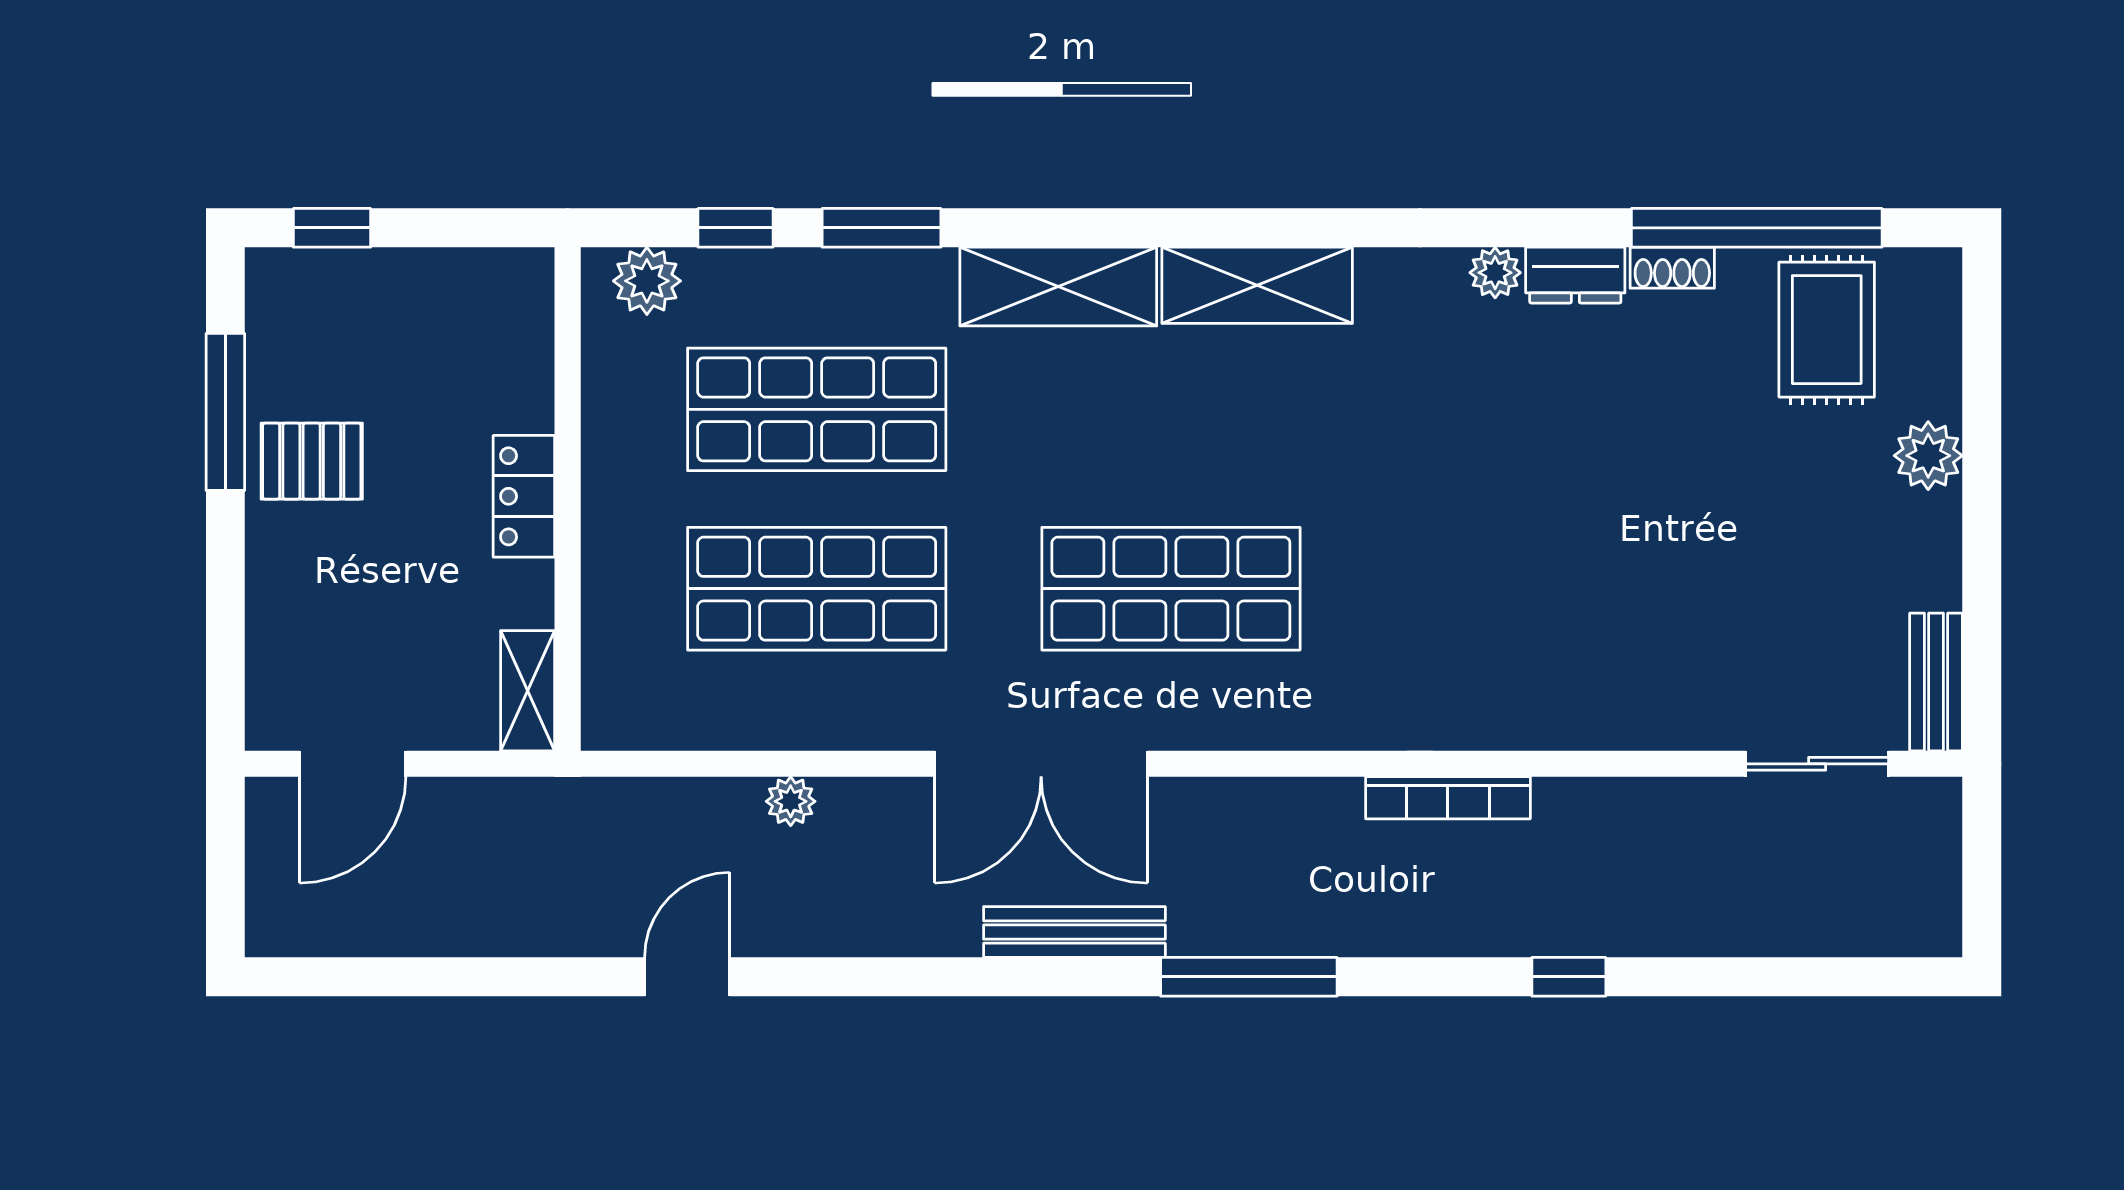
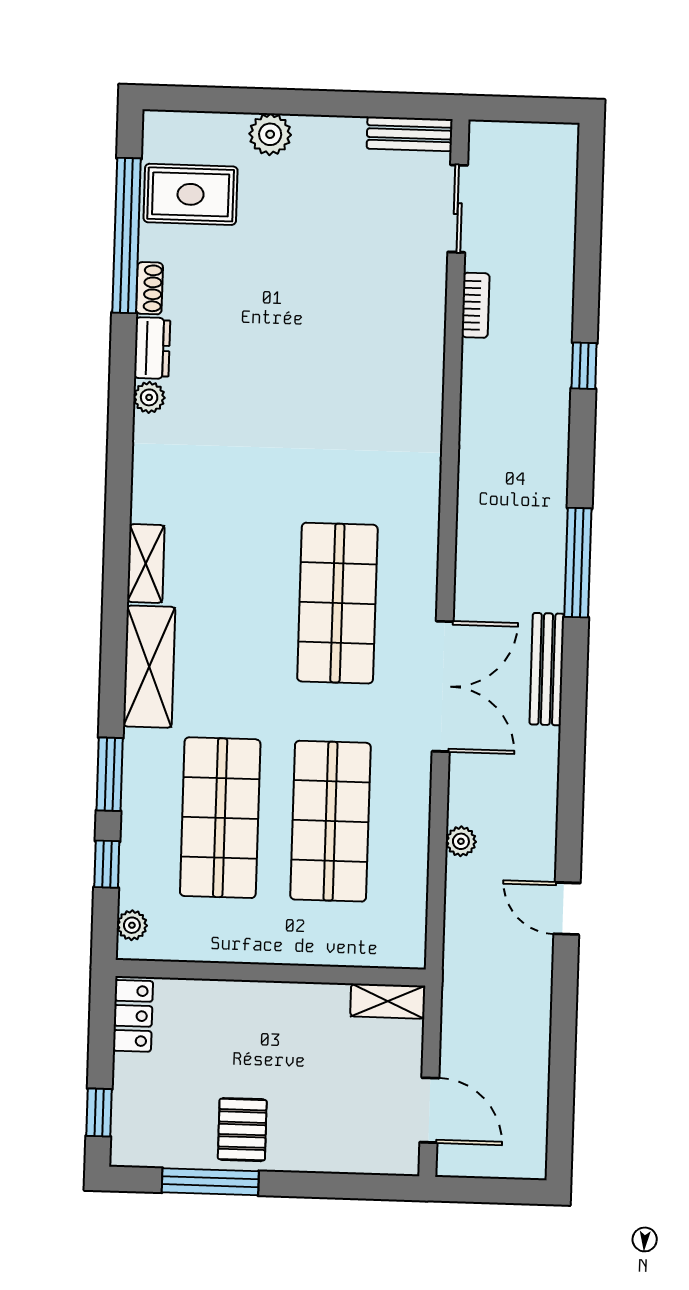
plant: (647, 281) -> (132, 925), width x0.73, depth x0.73
shelving: (1257, 285) -> (146, 563), width x0.67, depth x0.75
locker: (524, 496) -> (133, 1016), moved, turned -90
bookcase: (1448, 798) -> (476, 305), moved, width x0.64

